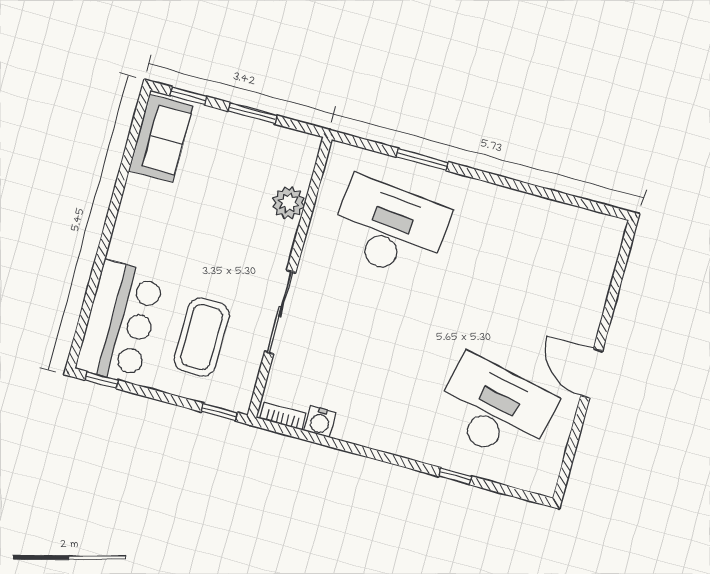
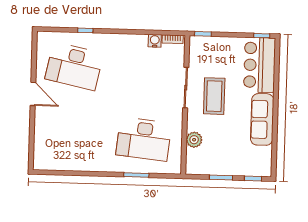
sofa: (161, 138) -> (262, 119), moved, width x1.36
coffee table: (202, 337) -> (214, 96), moved

